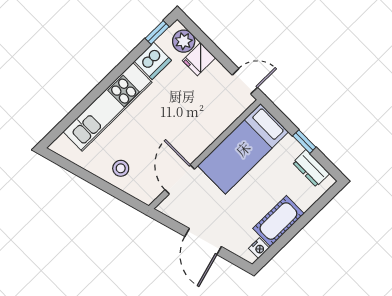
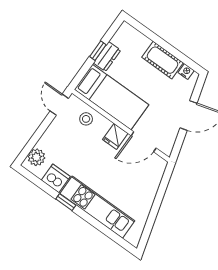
window: (157, 32) -> (66, 202), moved
fridge: (199, 59) -> (115, 136), moved, turned 90
stool: (121, 168) -> (86, 119), moved
dresser: (311, 168) -> (107, 57), moved

